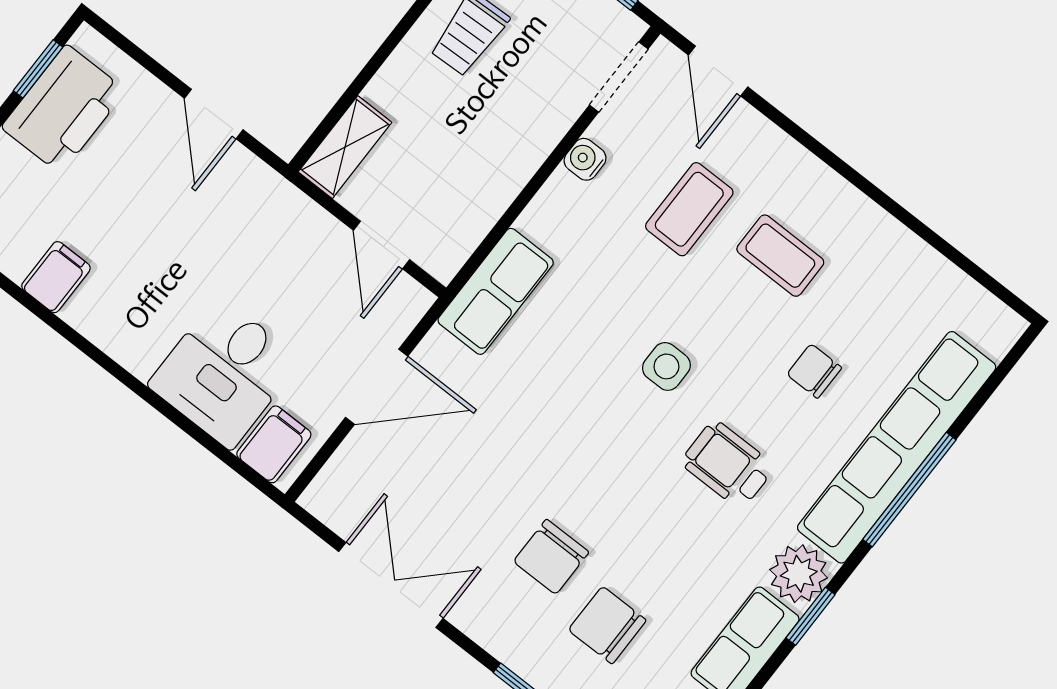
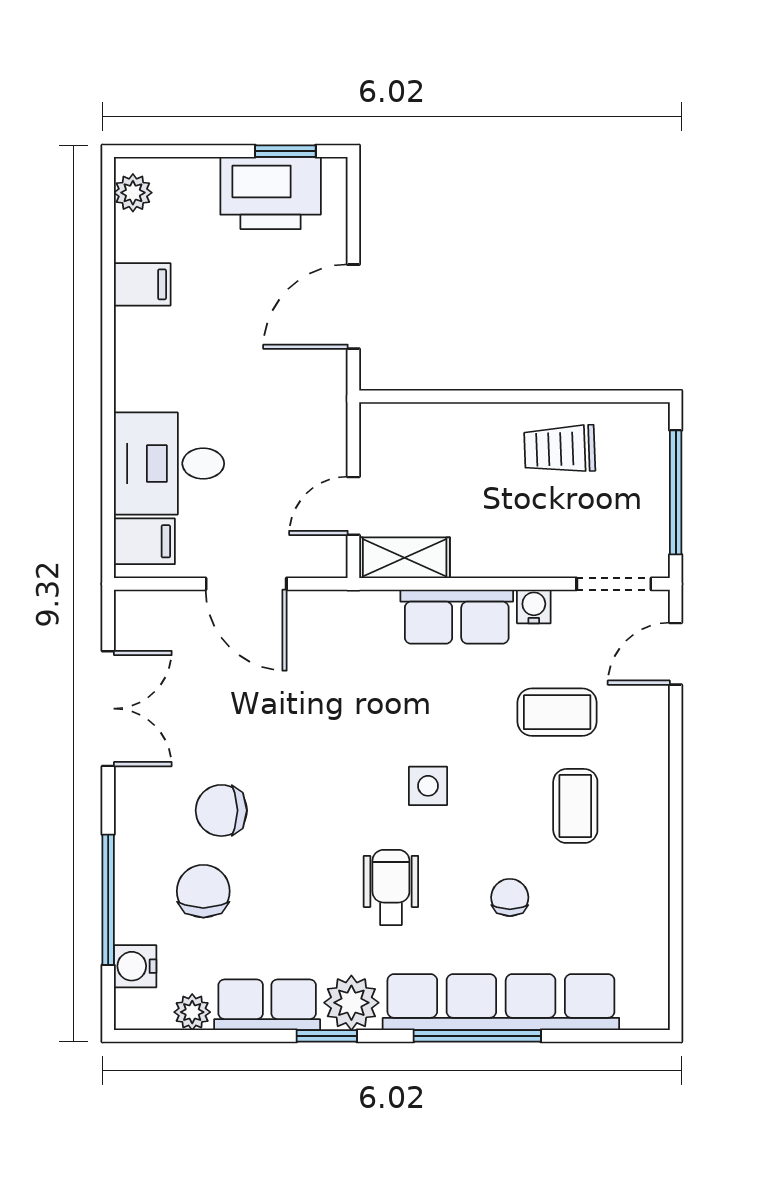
door: (214, 114) -> (353, 307), width x1.38
shelving: (345, 147) -> (405, 558), moved
row of seats: (496, 291) -> (457, 617), moved

